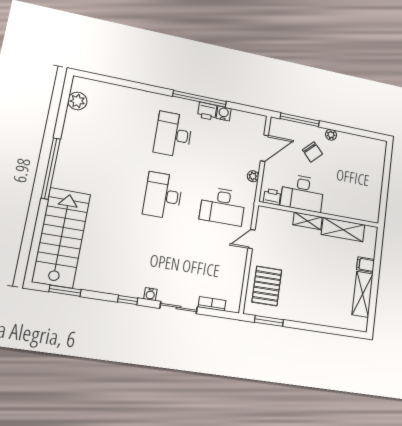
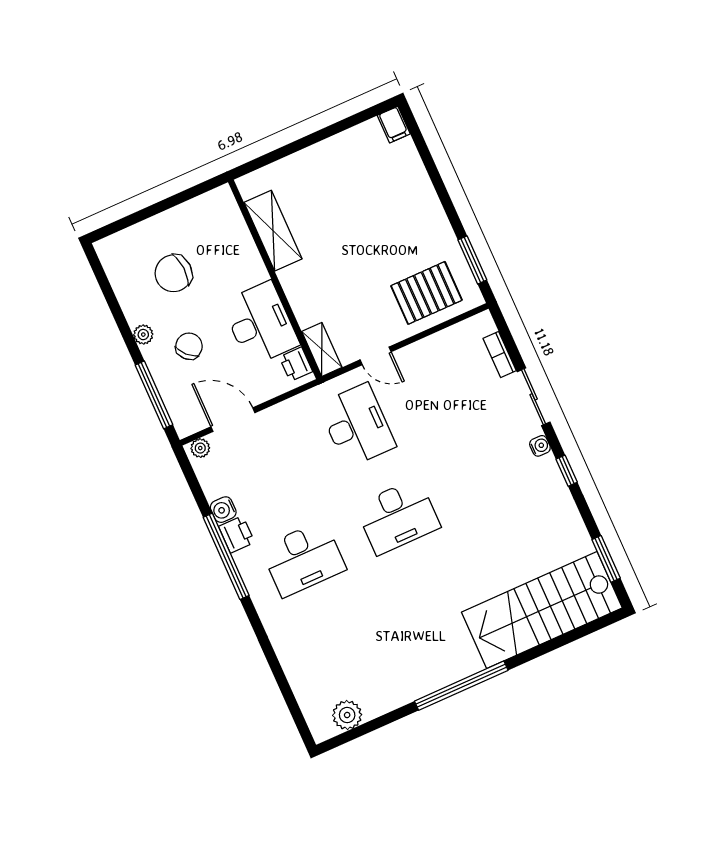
chair: (351, 169) -> (173, 273), added
plant: (253, 176) -> (200, 448), moved
shelving: (308, 221) -> (322, 349), moved
filing cabinet: (366, 265) -> (394, 125), moved
shelving: (363, 294) -> (348, 145), removed

